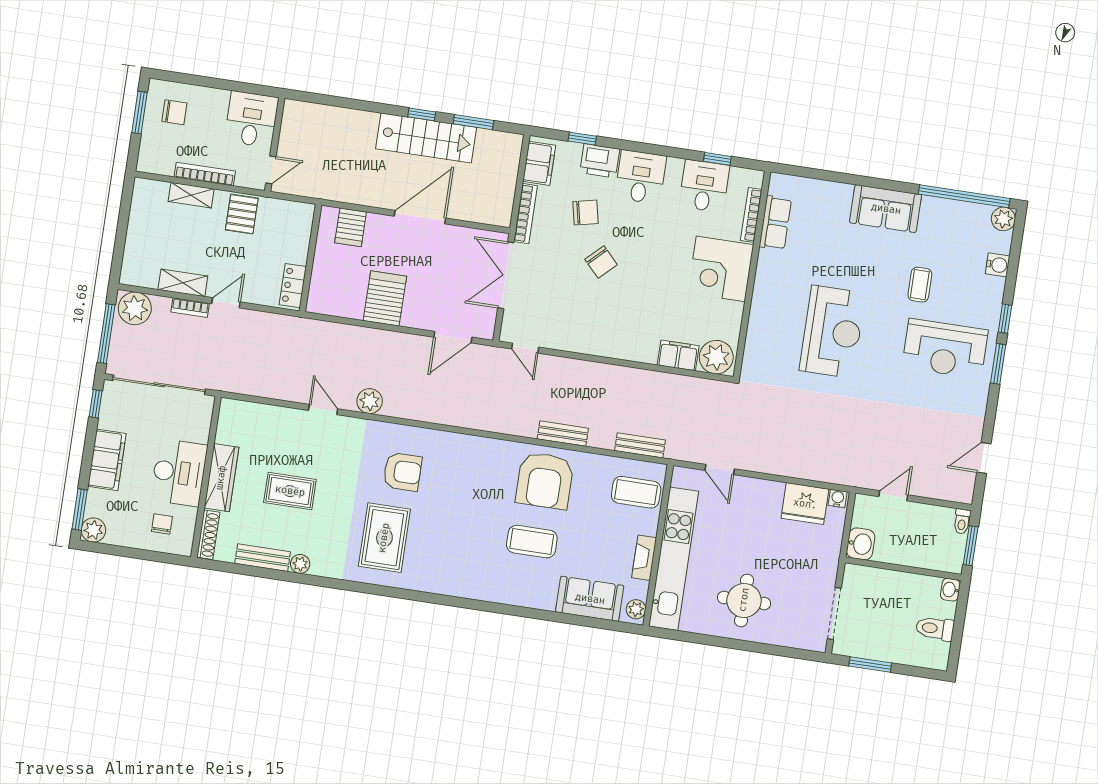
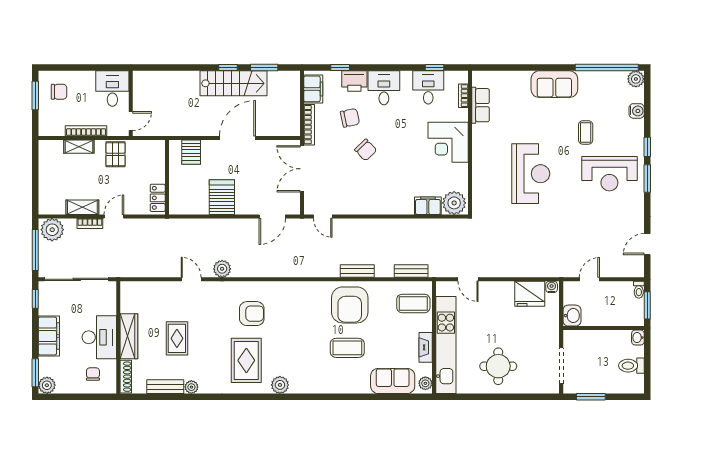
bookcase: (751, 215) -> (463, 96), width x0.64
rug: (290, 491) -> (177, 338), turned 90
plant: (427, 580) -> (280, 385), added

